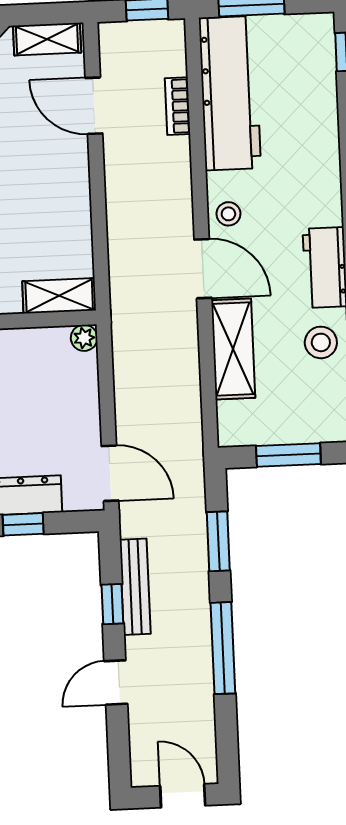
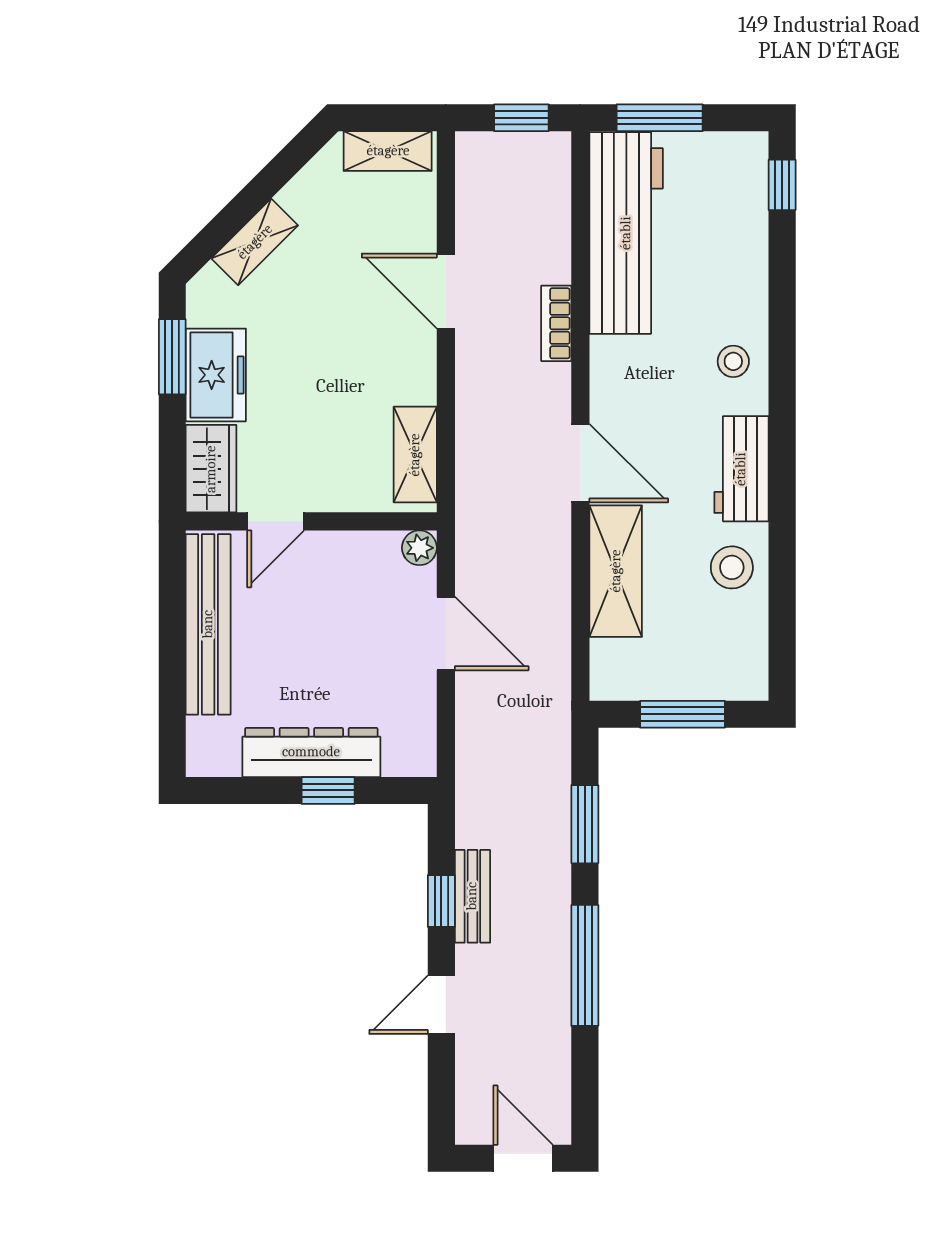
door: (94, 106) -> (446, 291), moved
bookcase: (178, 106) -> (556, 323), moved
stool: (228, 214) -> (733, 361), moved
shelving: (59, 296) -> (415, 455), moved, turned 90
door: (110, 473) -> (446, 633), moved
bench: (135, 587) -> (472, 896), width x0.73

